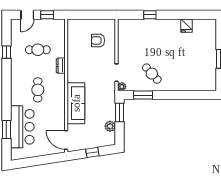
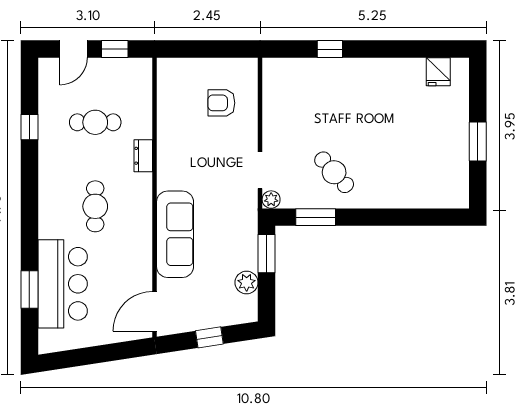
fridge: (186, 26) -> (438, 72), moved
door: (66, 140) -> (154, 311), hinge flipped

